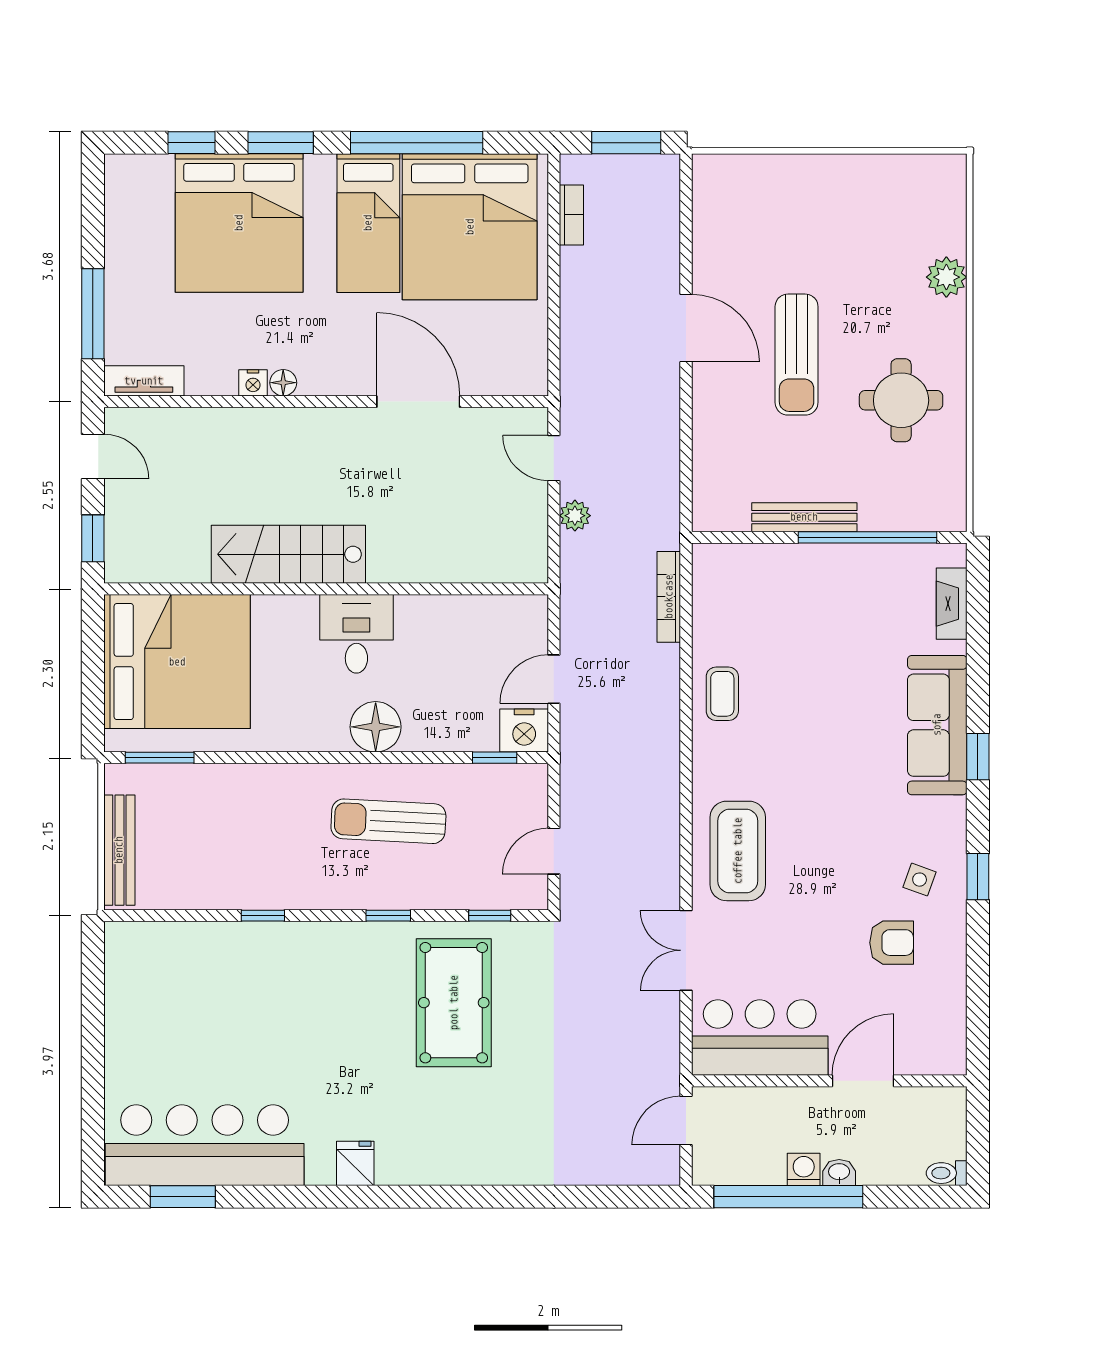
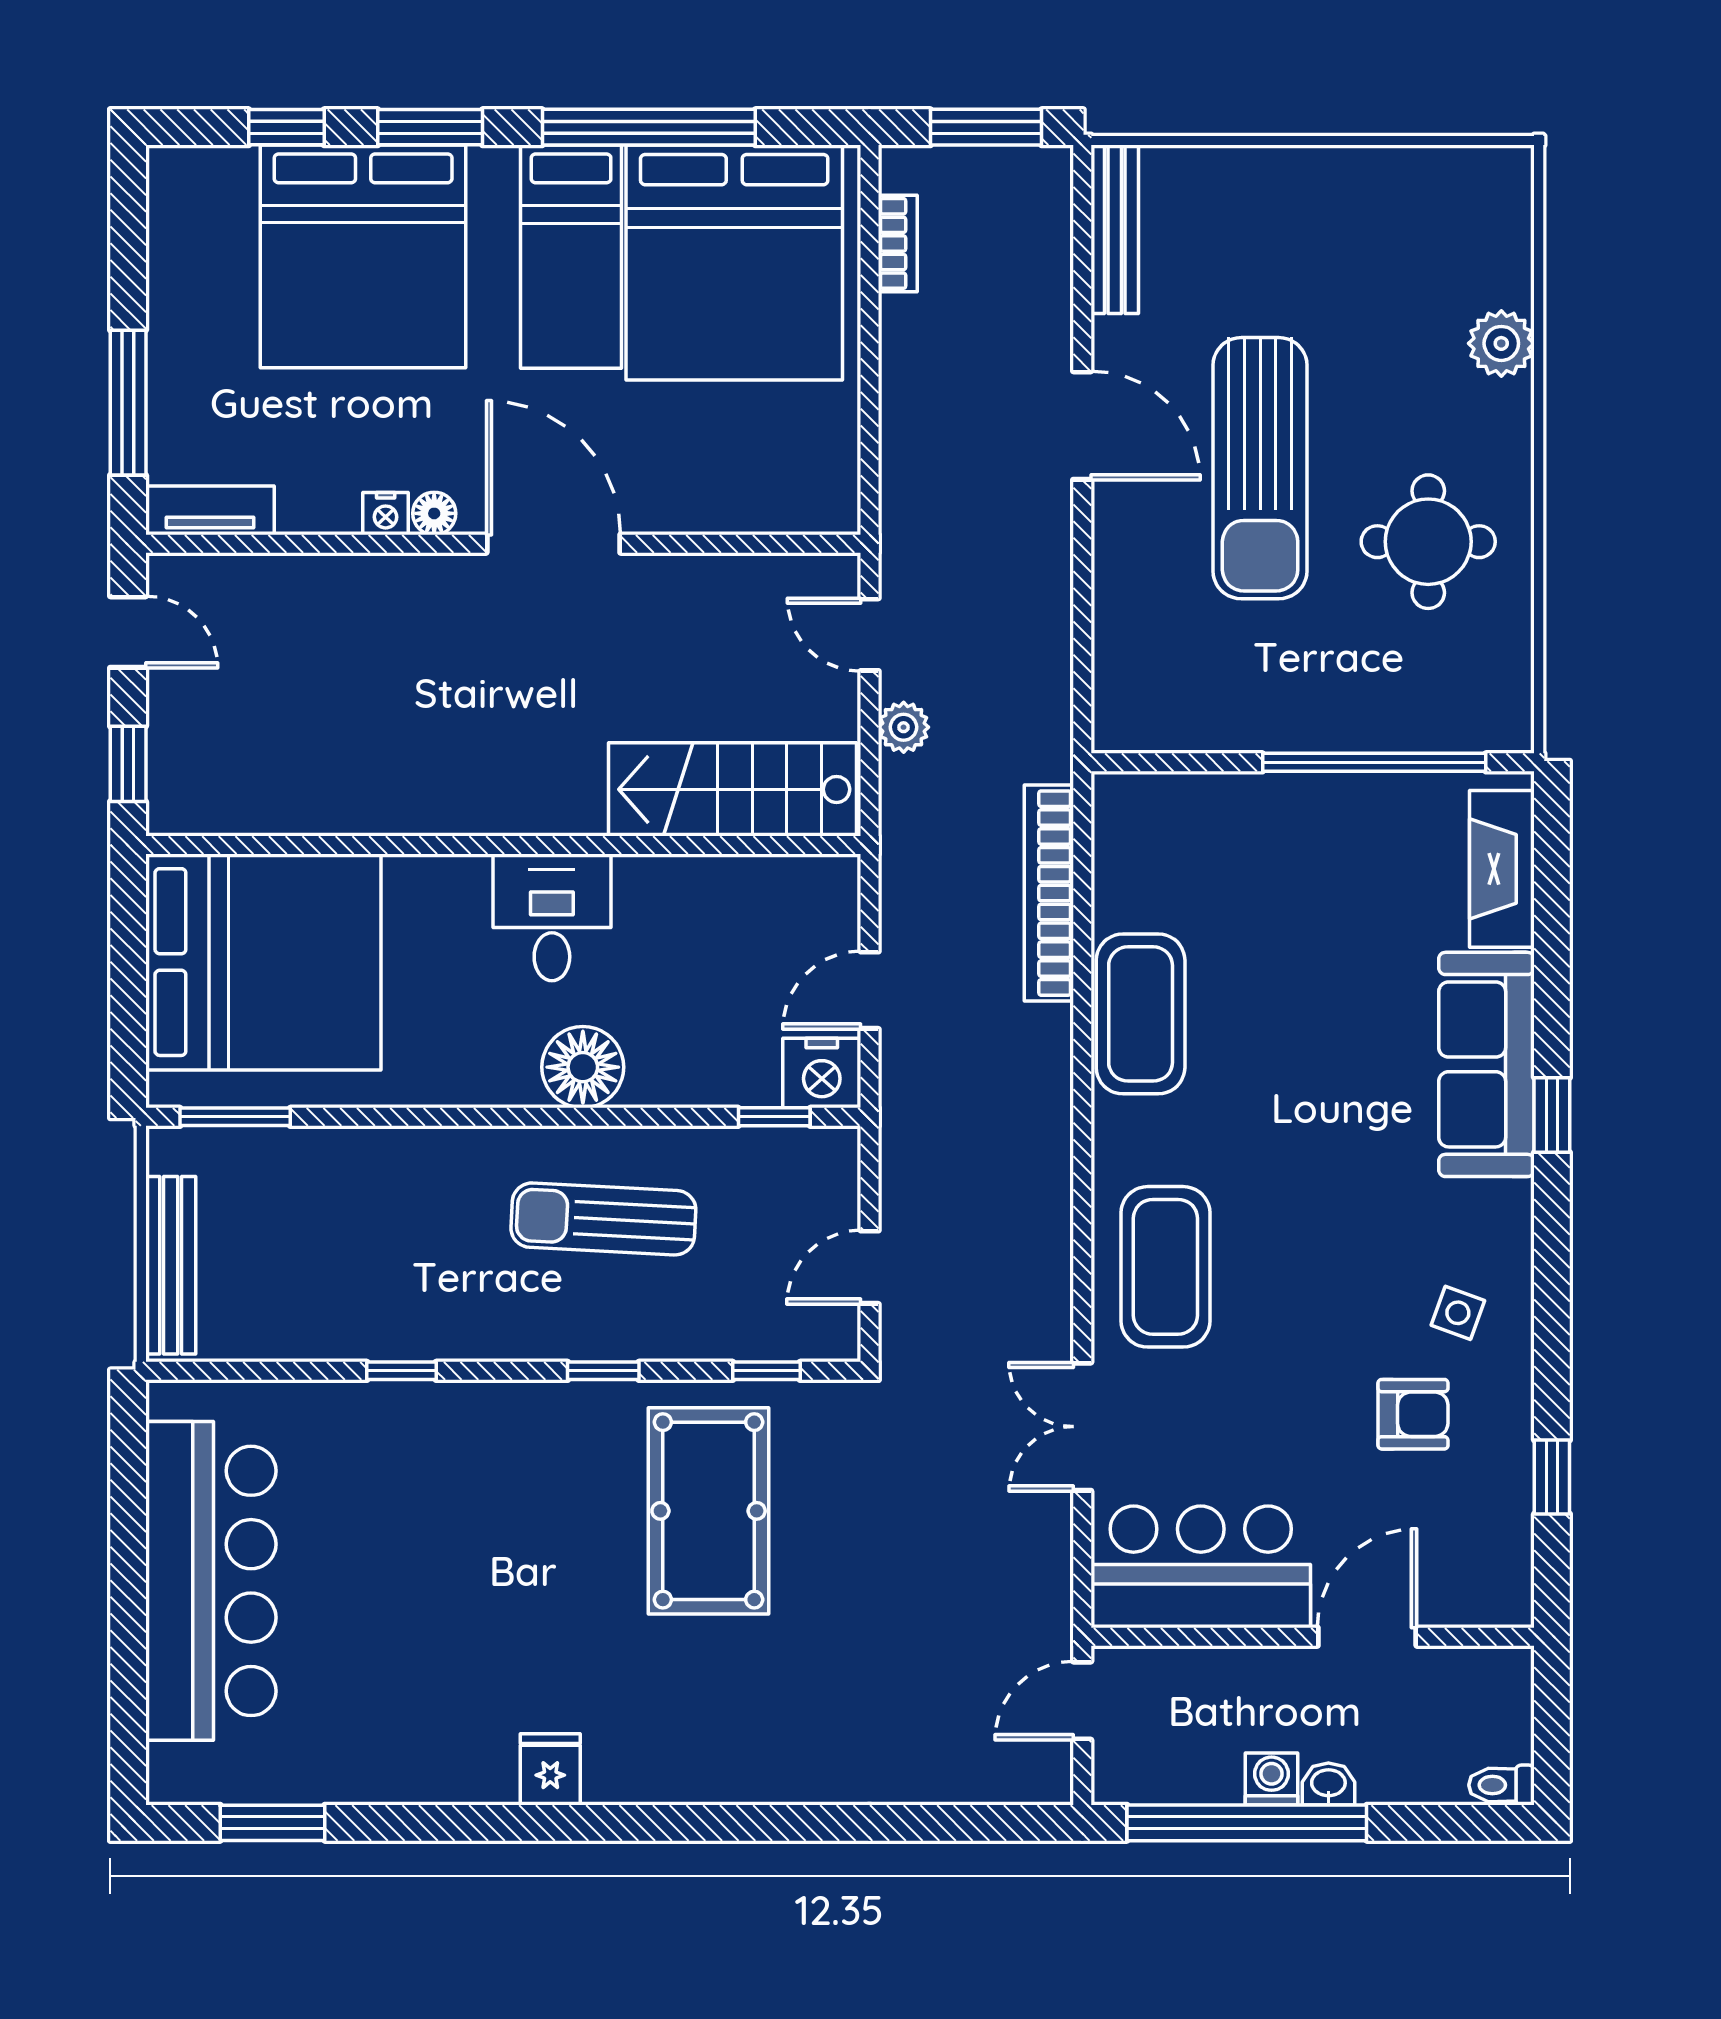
sun lounger: (797, 355) -> (1260, 468), width x1.36, depth x1.34
door: (418, 402) -> (553, 544), moved
bench: (804, 517) -> (1115, 229), moved, turned 90
stairs: (288, 554) -> (732, 789), moved
bookcase: (669, 597) -> (1049, 893), width x1.48, depth x1.31
fireplace: (952, 604) -> (1502, 869), width x1.37, depth x1.32
coffee table: (722, 694) -> (1141, 1014), width x1.86, depth x1.72
window: (978, 877) -> (1552, 1477), moved
bar counter: (205, 1145) -> (211, 1581), moved, turned 90

